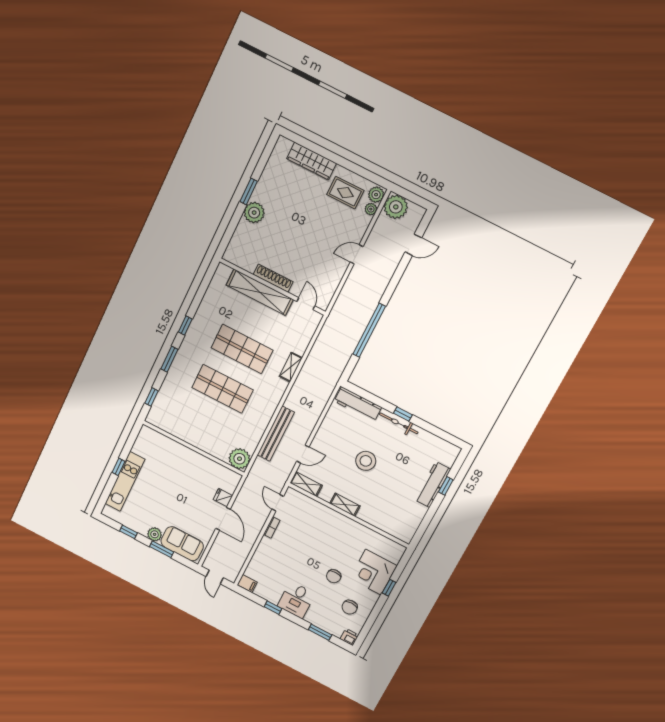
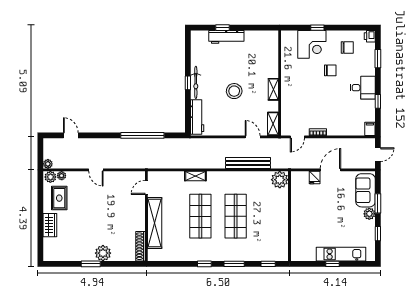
wardrobe: (312, 161) -> (50, 225), width x0.67
plant: (396, 207) -> (48, 164), width x0.53, depth x0.53
shoe rack: (273, 278) -> (140, 246), moved

